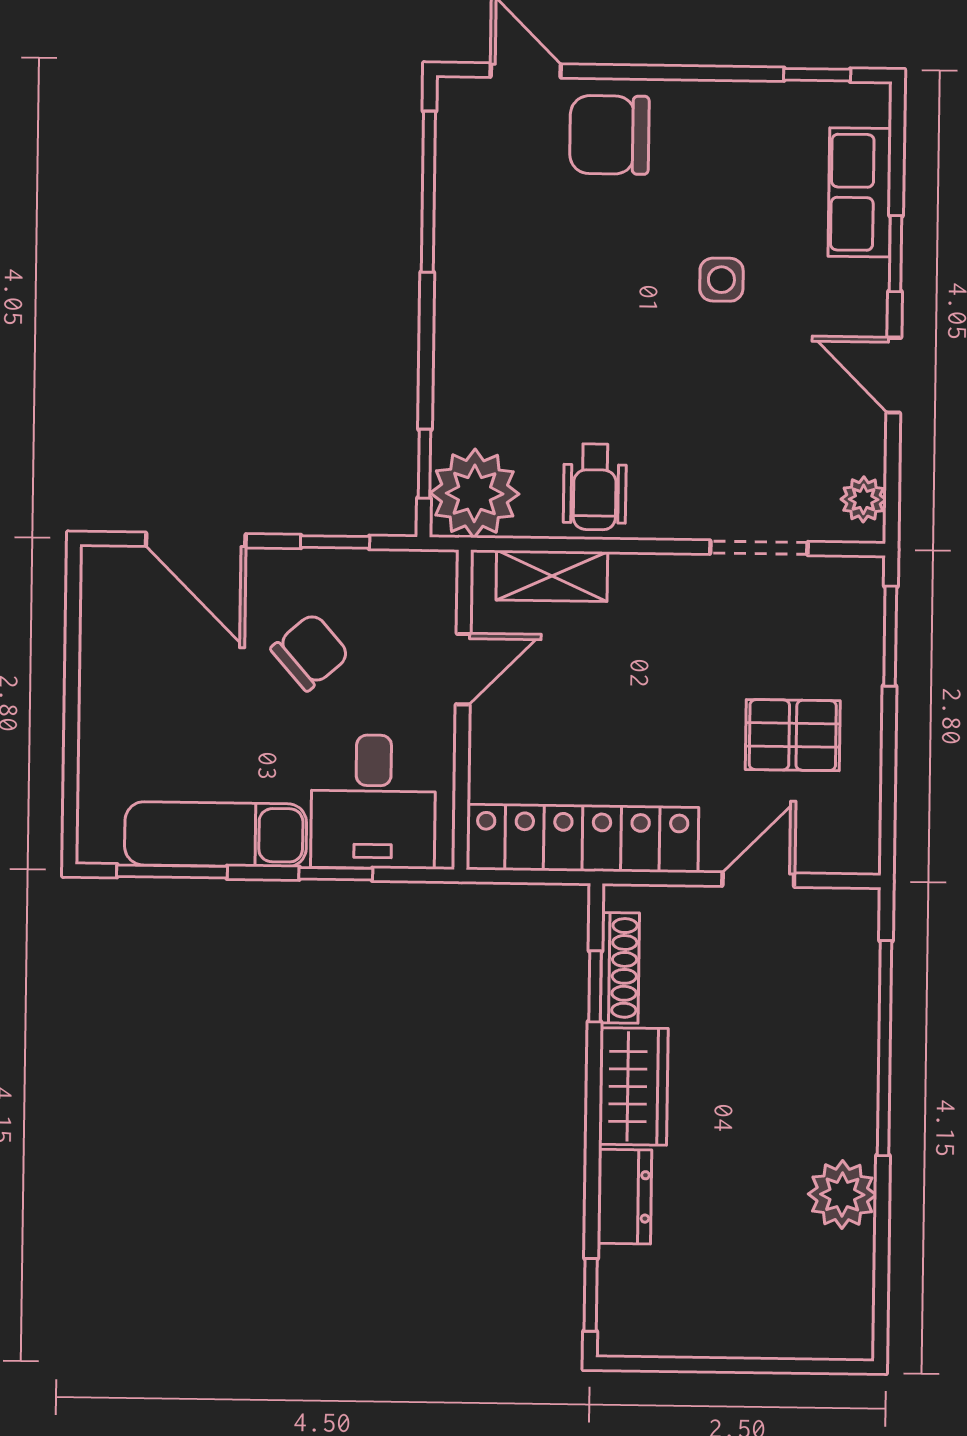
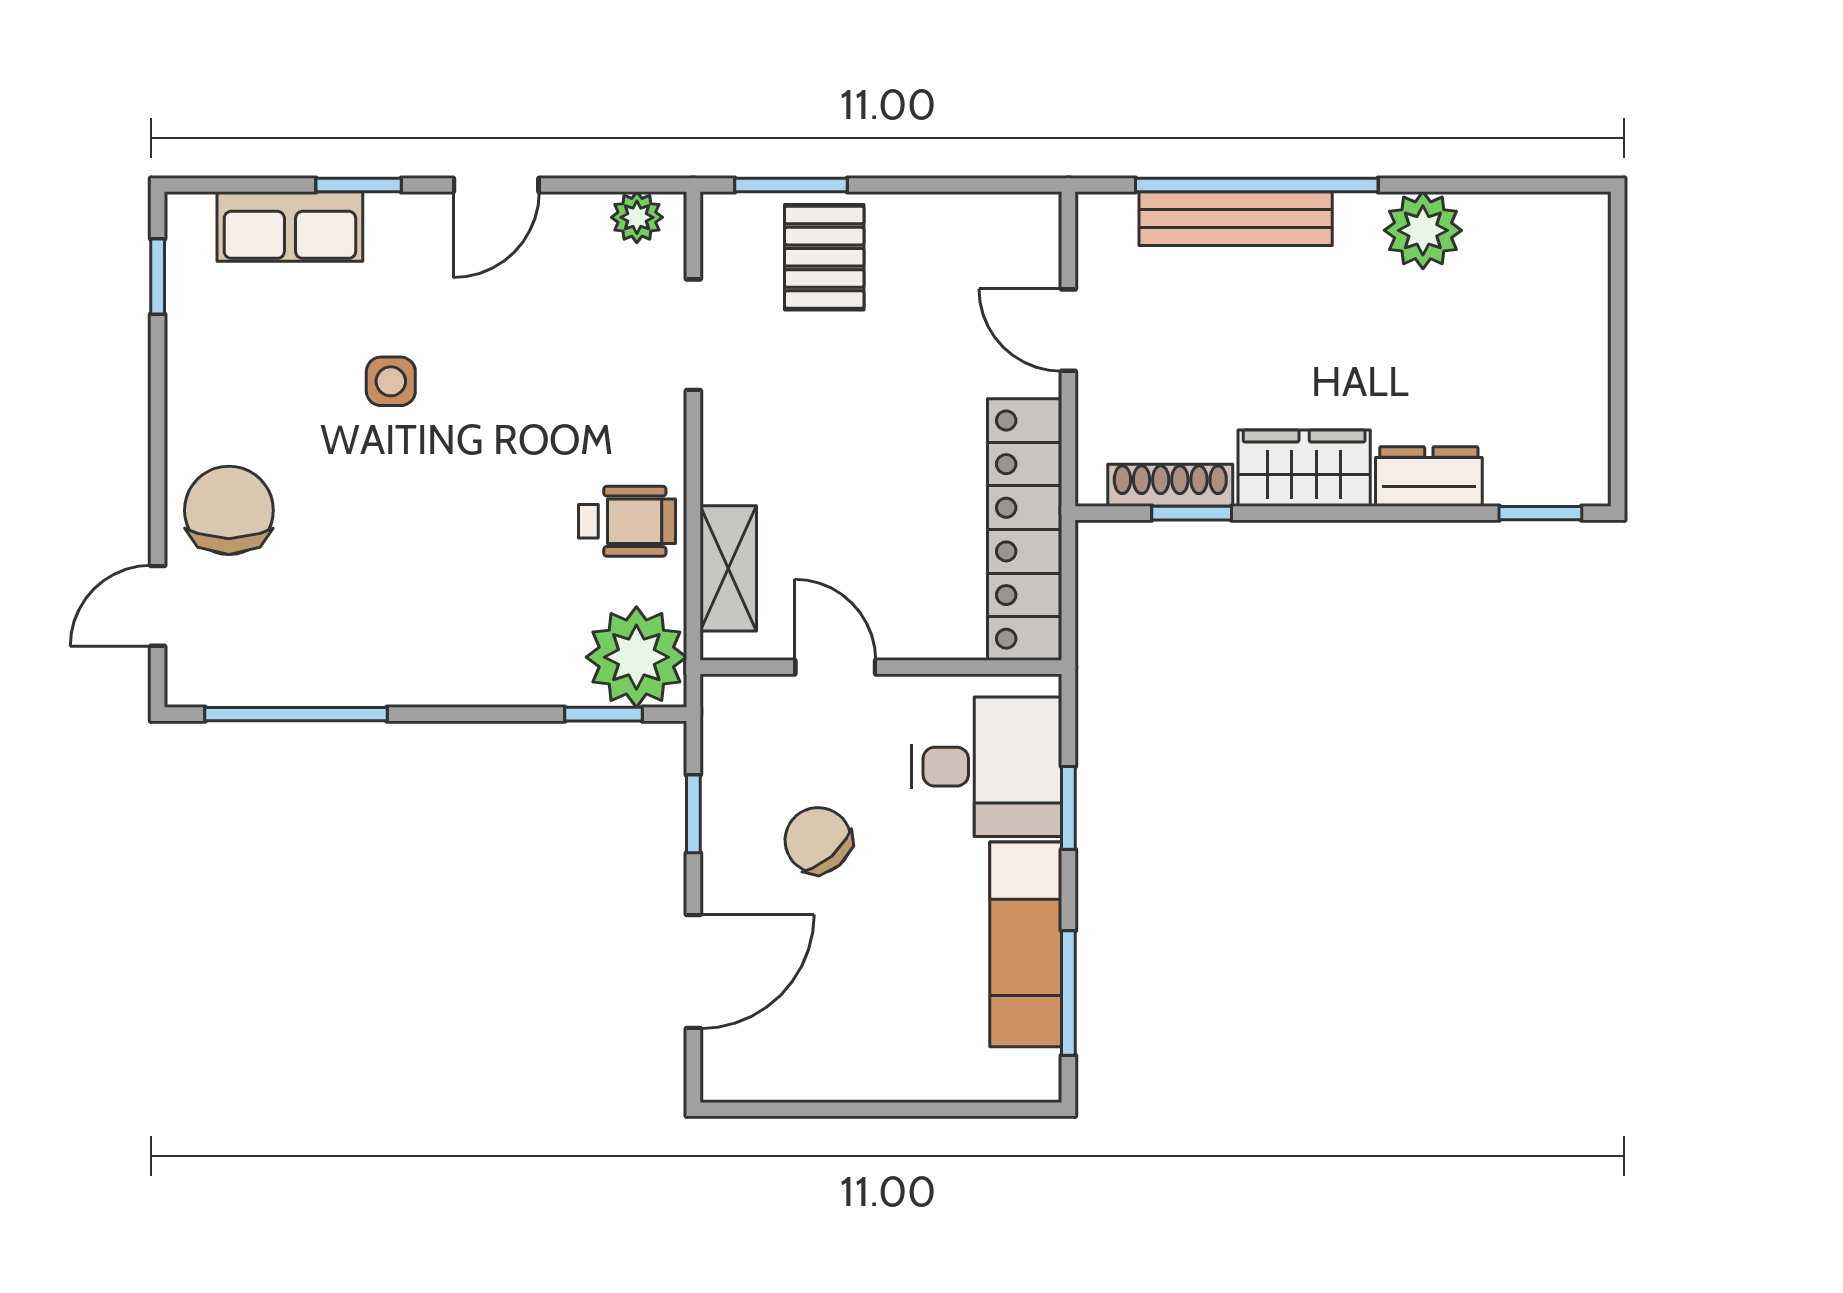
chair: (609, 135) -> (229, 510), turned 180
pallet: (793, 735) -> (824, 257), moved
bench: (855, 1029) -> (1236, 219), added

